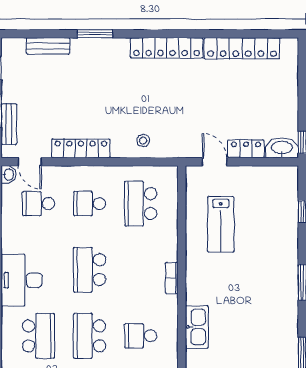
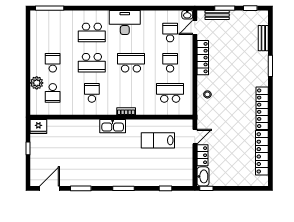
kitchen sink: (197, 327) -> (113, 126), moved
school desk: (90, 336) -> (92, 63), turned 180

